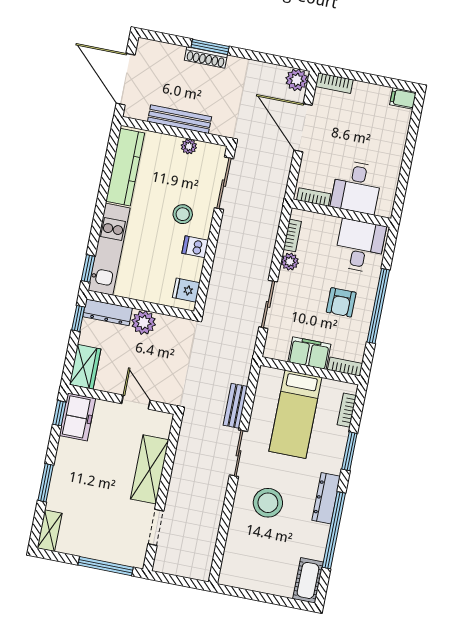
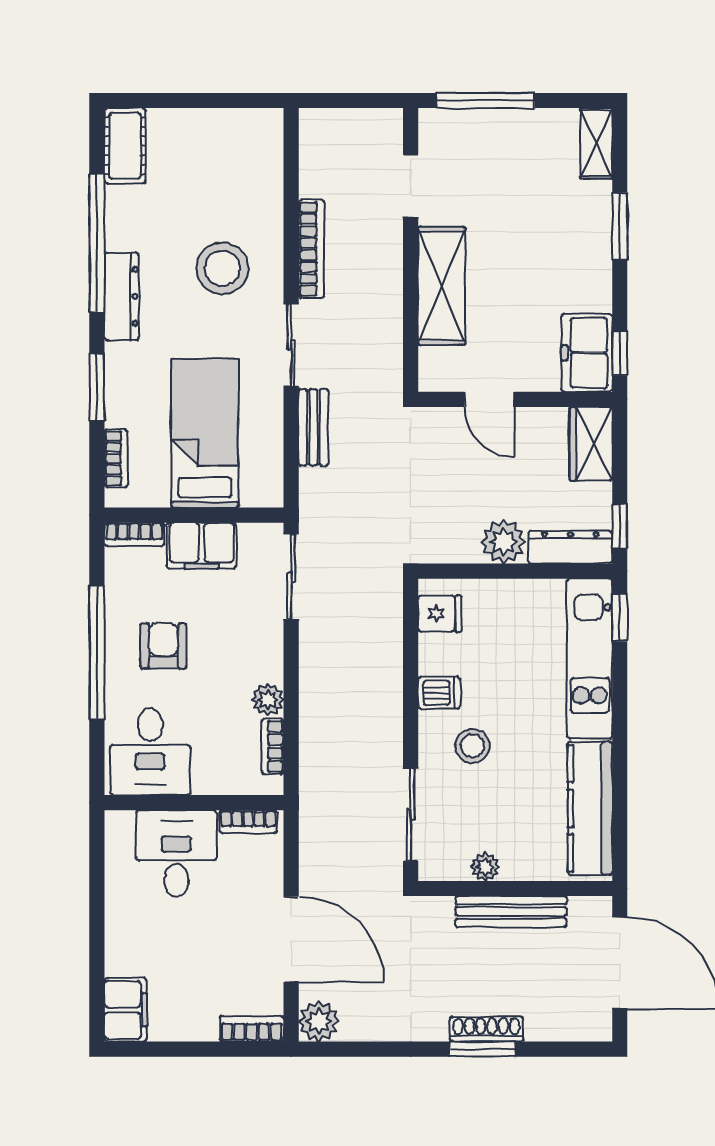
filing cabinet: (403, 98) -> (126, 1010), width x2.00
sliding door: (268, 304) -> (291, 577), moved
bookcase: (217, 504) -> (311, 249), added

